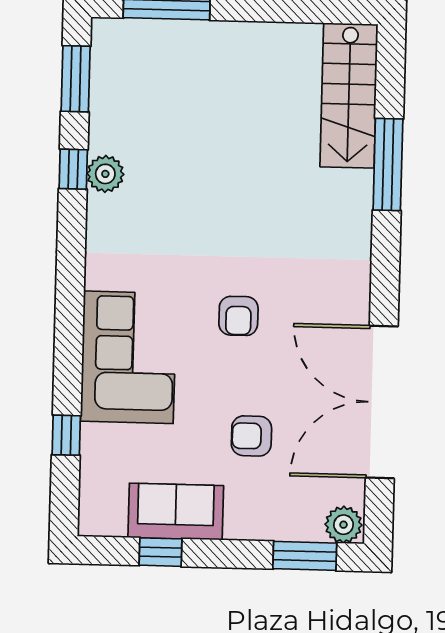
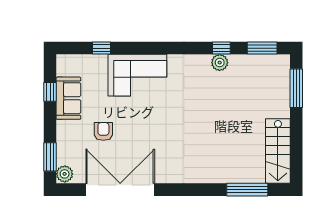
stairs: (349, 96) -> (278, 151), moved, turned -90
window: (388, 164) -> (247, 190), moved
armchair: (238, 316) -> (157, 124), removed

